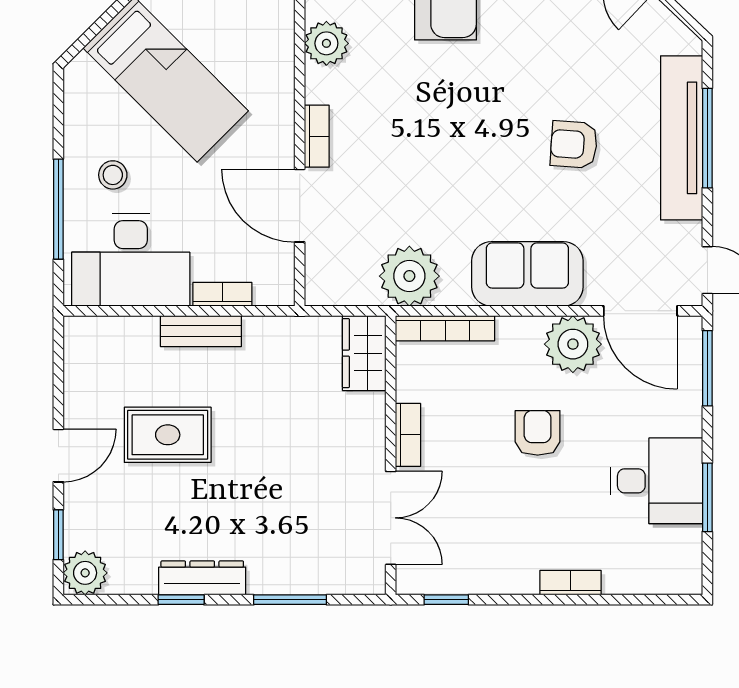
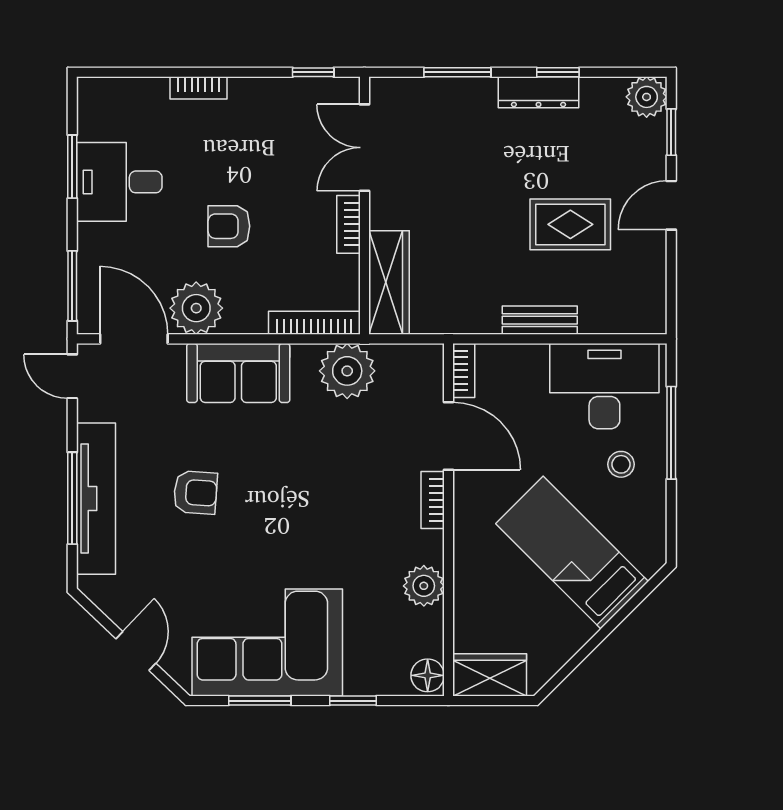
bookcase: (222, 294) -> (464, 370), moved, turned -90
wardrobe: (364, 353) -> (389, 283), width x1.50
armchair: (538, 433) -> (229, 226), turned 90

